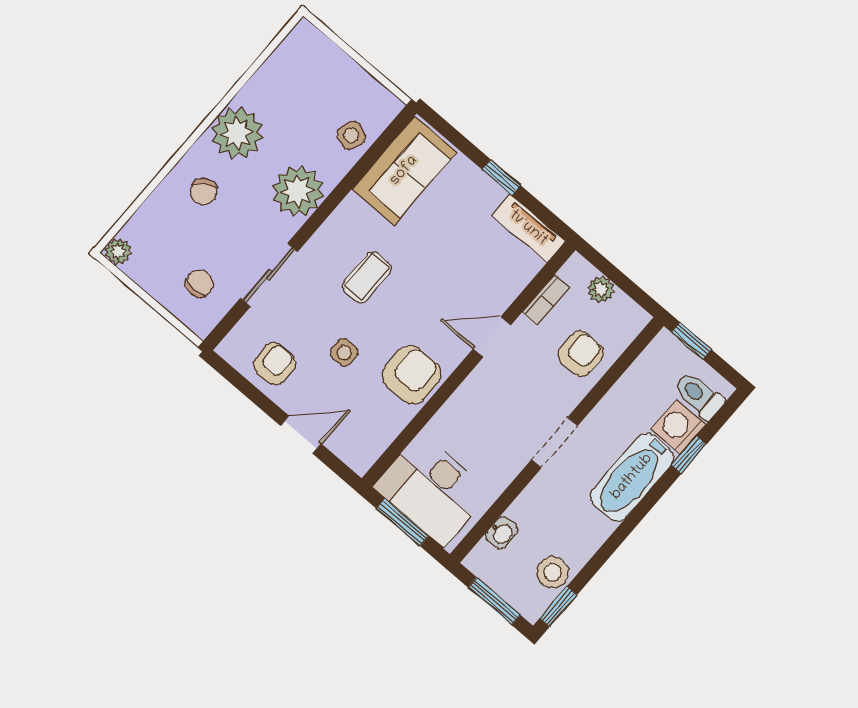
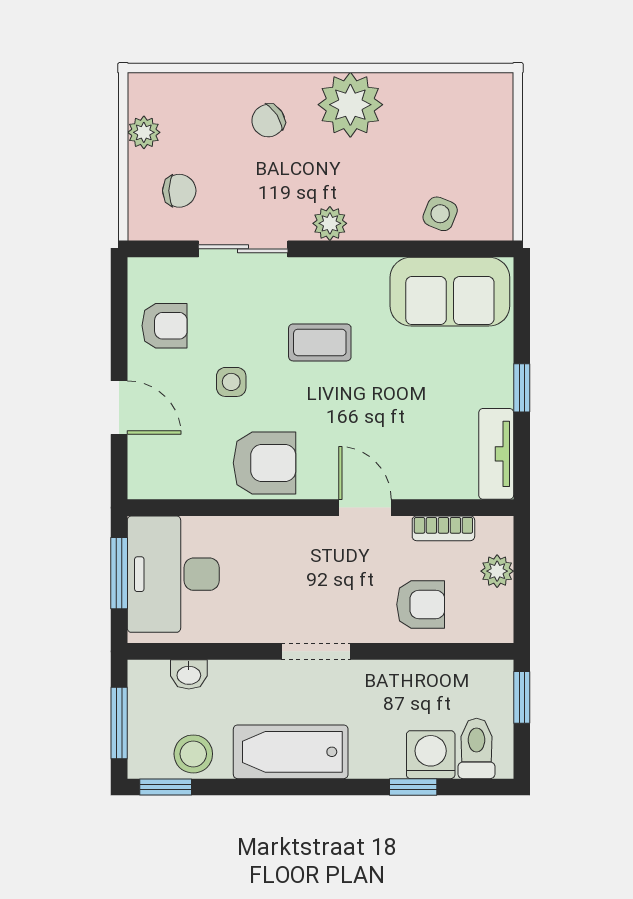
plant: (298, 191) -> (330, 223), width x0.53, depth x0.53
plant: (118, 251) -> (144, 132), moved
bathtub: (632, 477) -> (291, 752), moved

